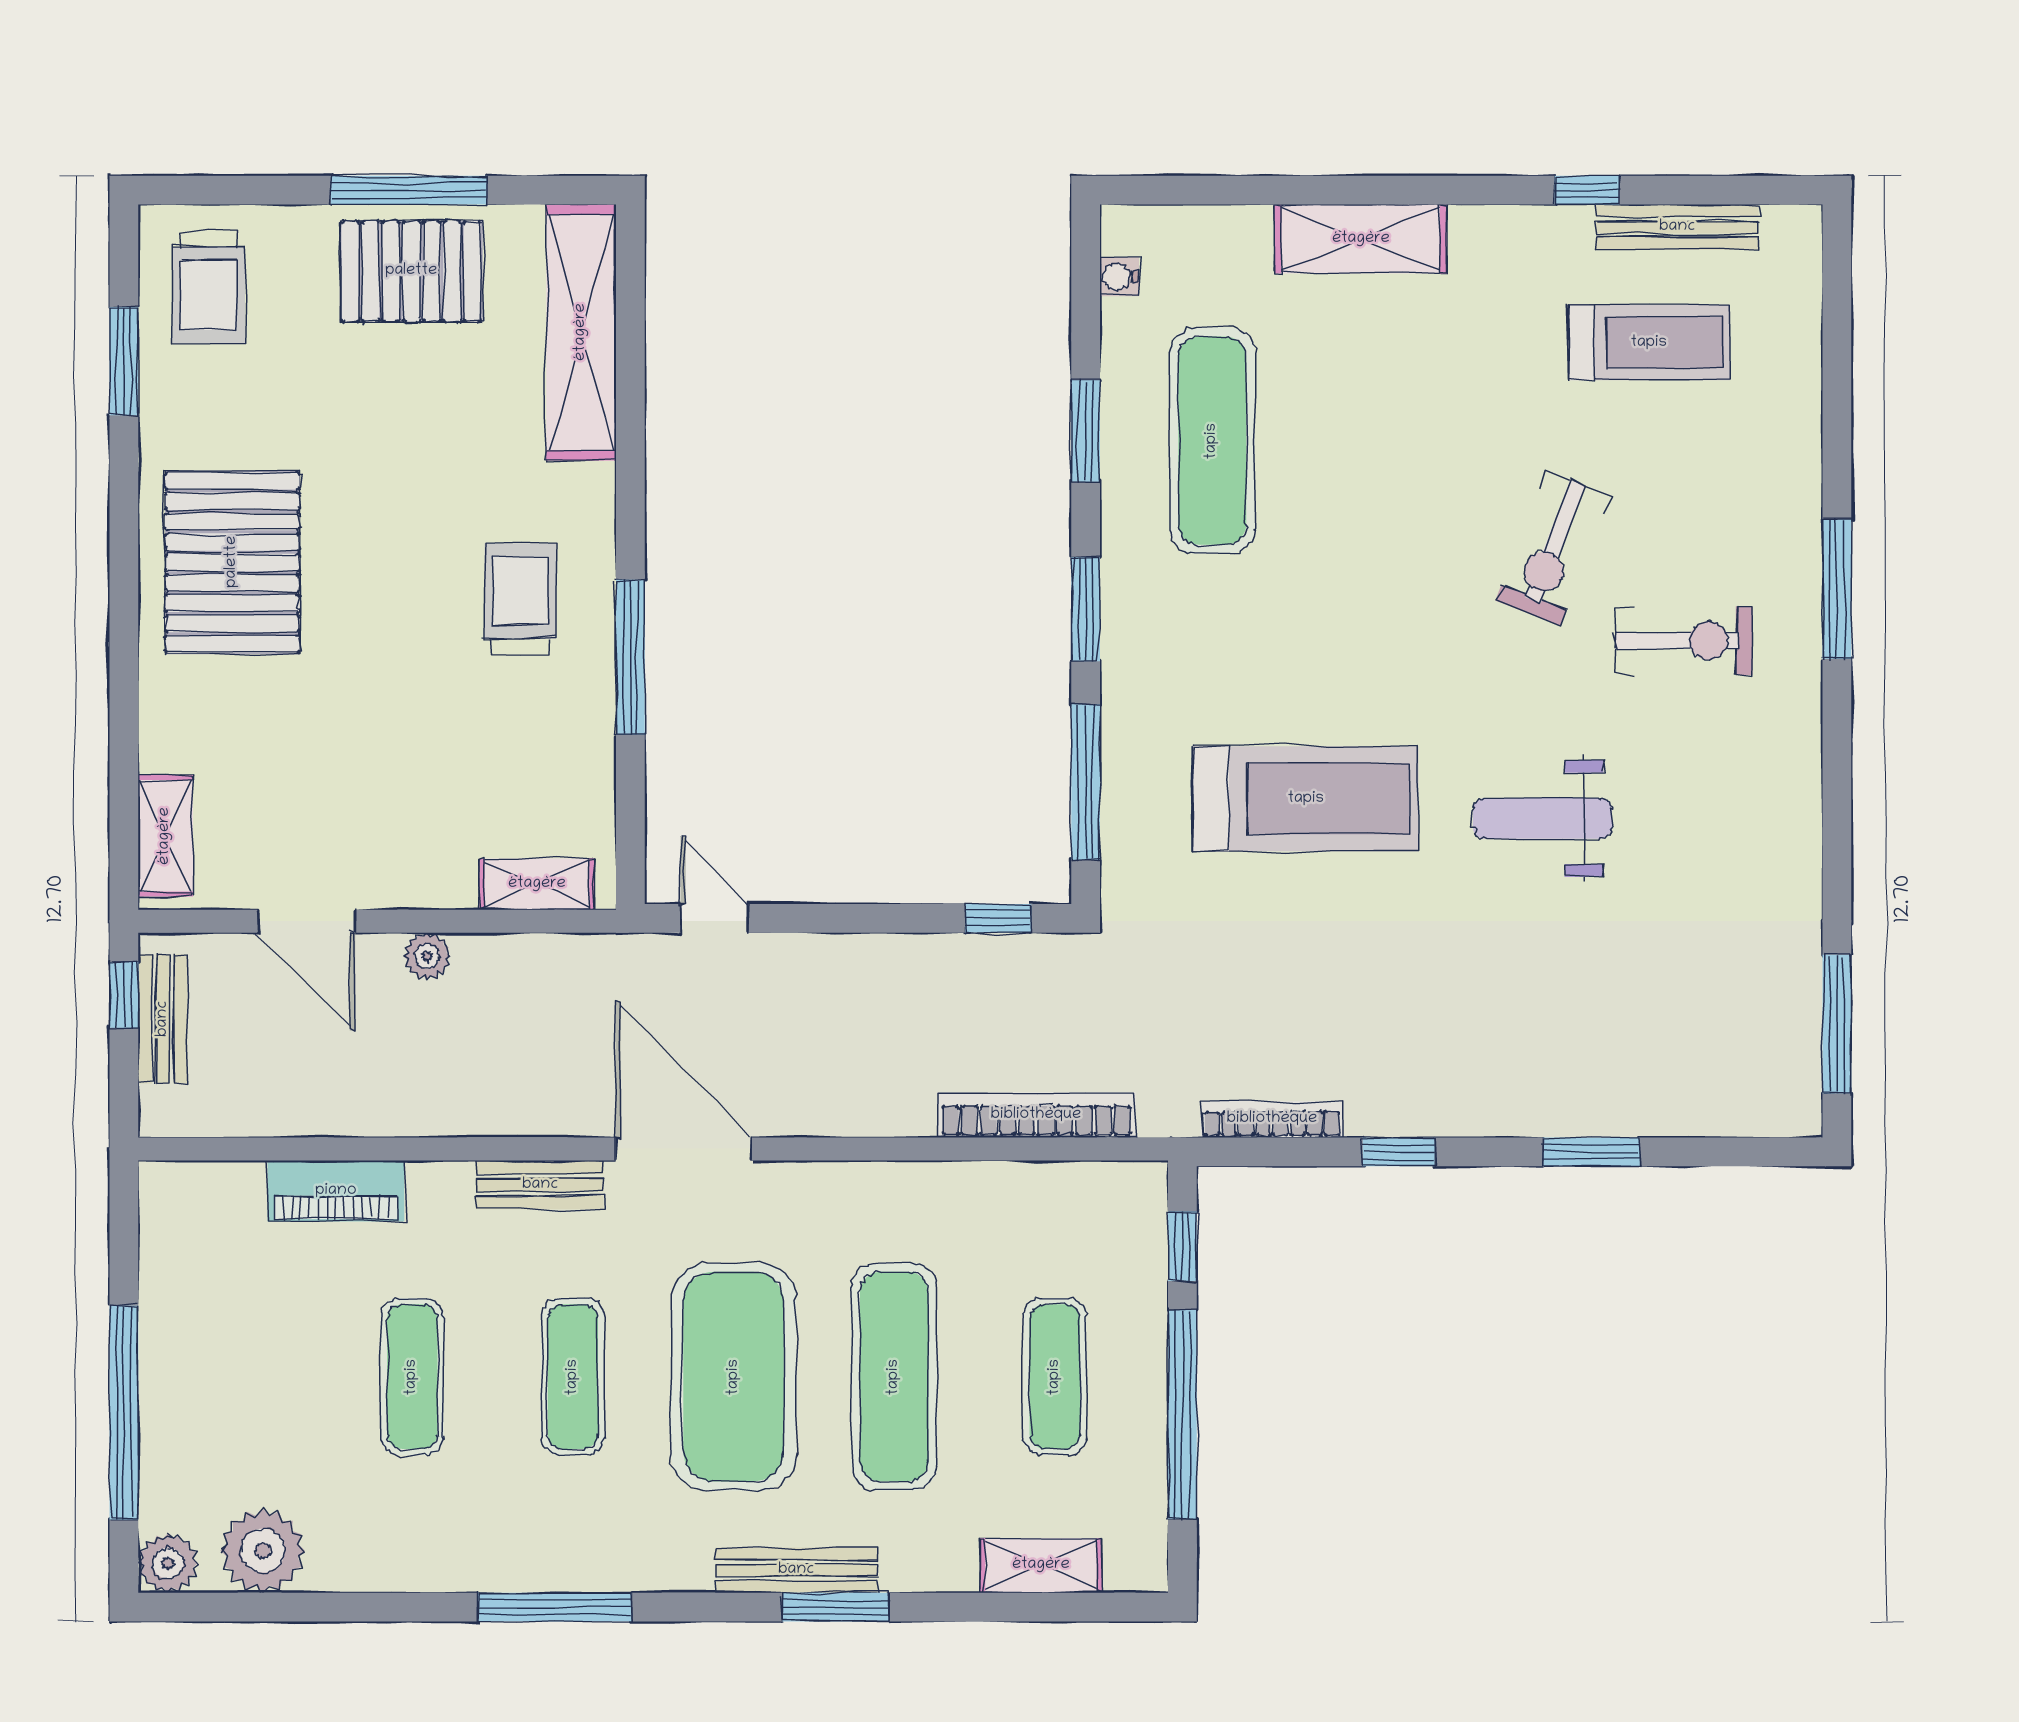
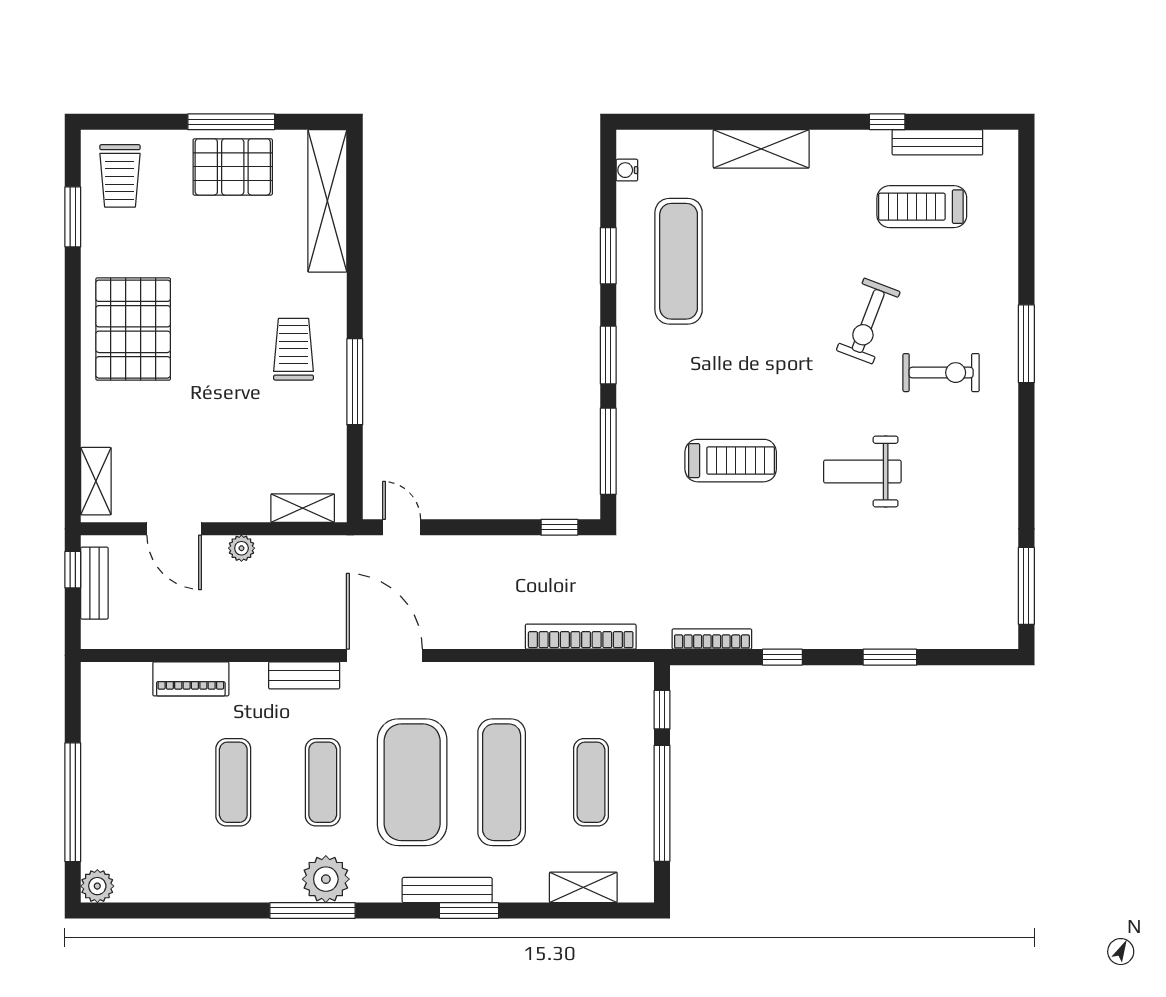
treadmill: (1649, 343) -> (922, 207), turned 180
treadmill: (1306, 799) -> (731, 461), width x0.73, depth x0.73
plant: (263, 1551) -> (326, 879), moved

